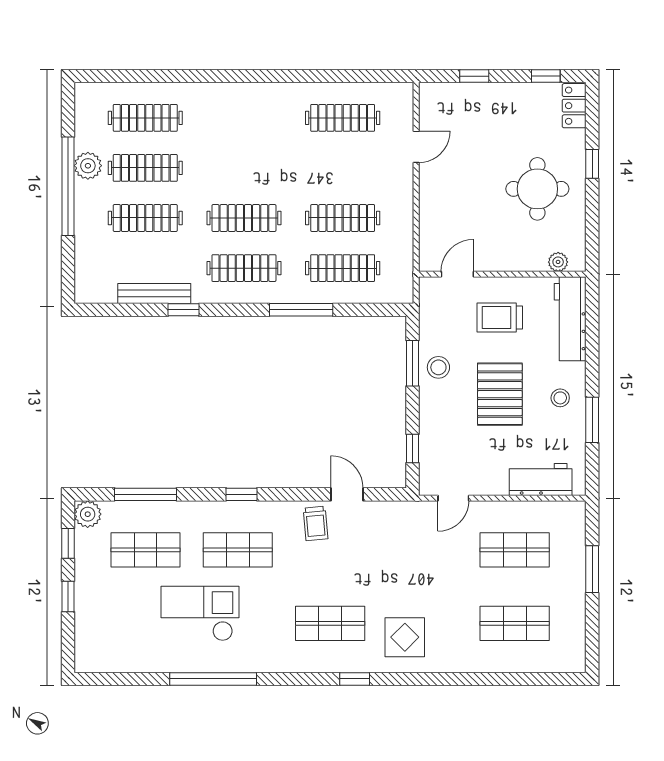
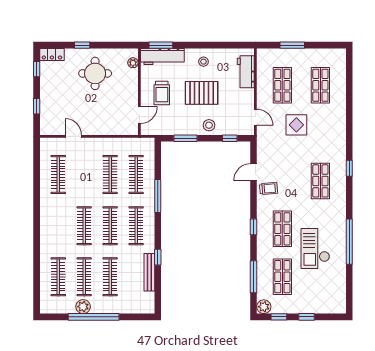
clothes rail: (244, 168) -> (84, 226), added
door: (457, 274) -> (139, 115), swing flipped
stool: (438, 367) -> (209, 125), moved
window: (592, 420) -> (161, 45), moved
display table: (405, 637) -> (296, 125), moved

